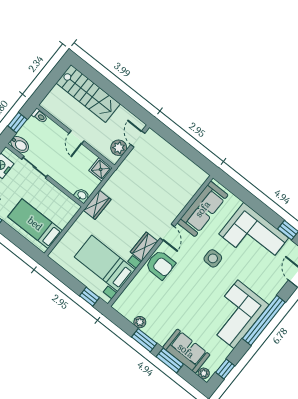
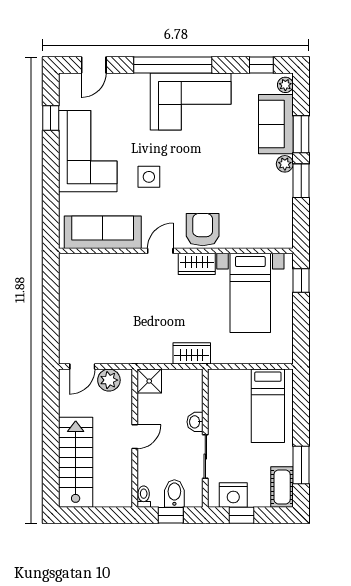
bidet: (20, 145) -> (174, 493), moved
washbasin: (82, 196) -> (195, 422), moved
plant: (140, 322) -> (285, 164), moved

